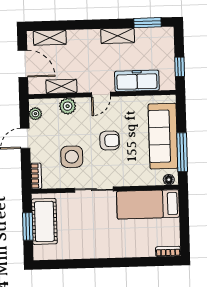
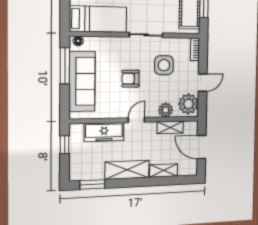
shelving: (118, 36) -> (127, 170), width x1.50, depth x1.33
shelving: (50, 38) -> (164, 170), moved
plant: (35, 114) -> (188, 104), width x1.87, depth x1.87

